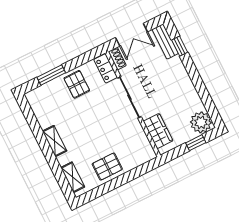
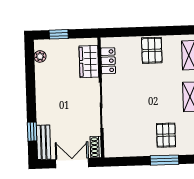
locker: (106, 68) -> (108, 61), moved
pallet: (77, 84) -> (166, 135), moved
plant: (201, 122) -> (40, 56), width x0.53, depth x0.53
pallet: (107, 167) -> (152, 50), turned 90

